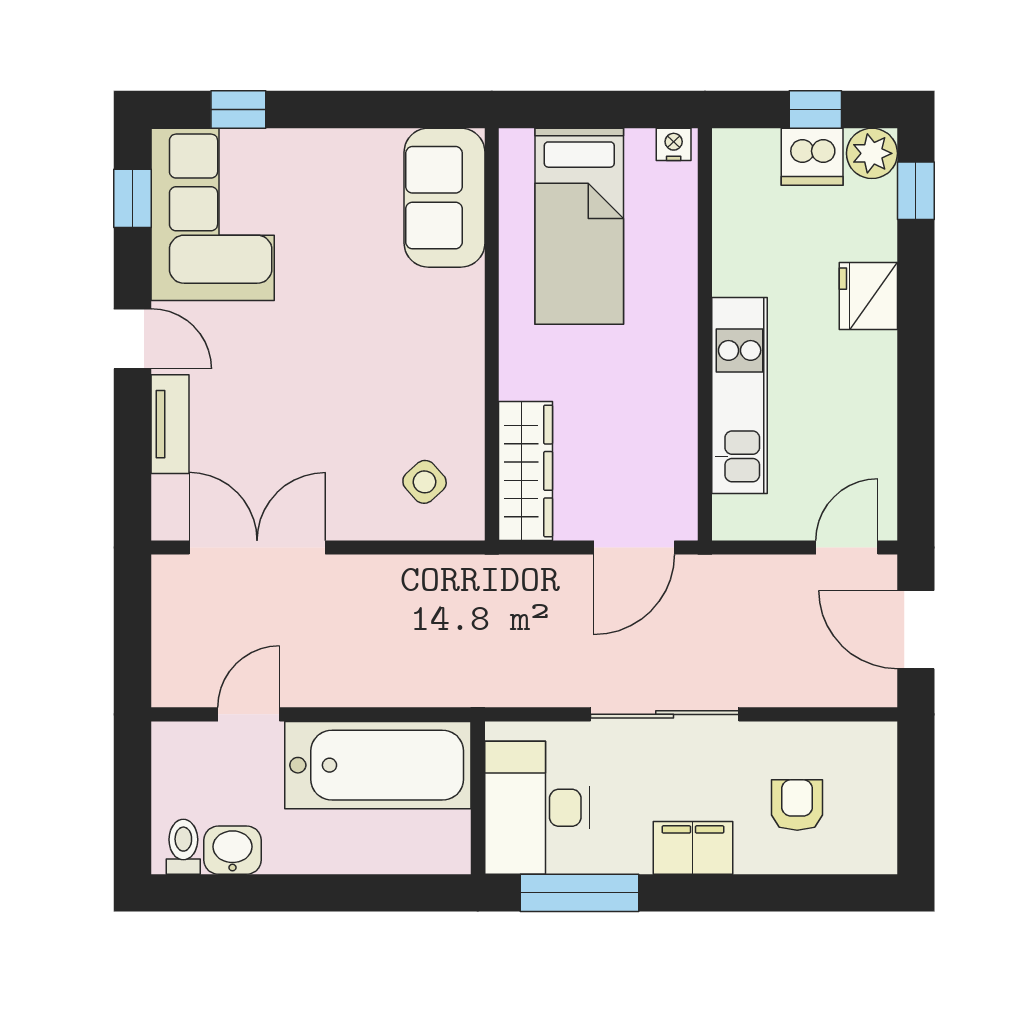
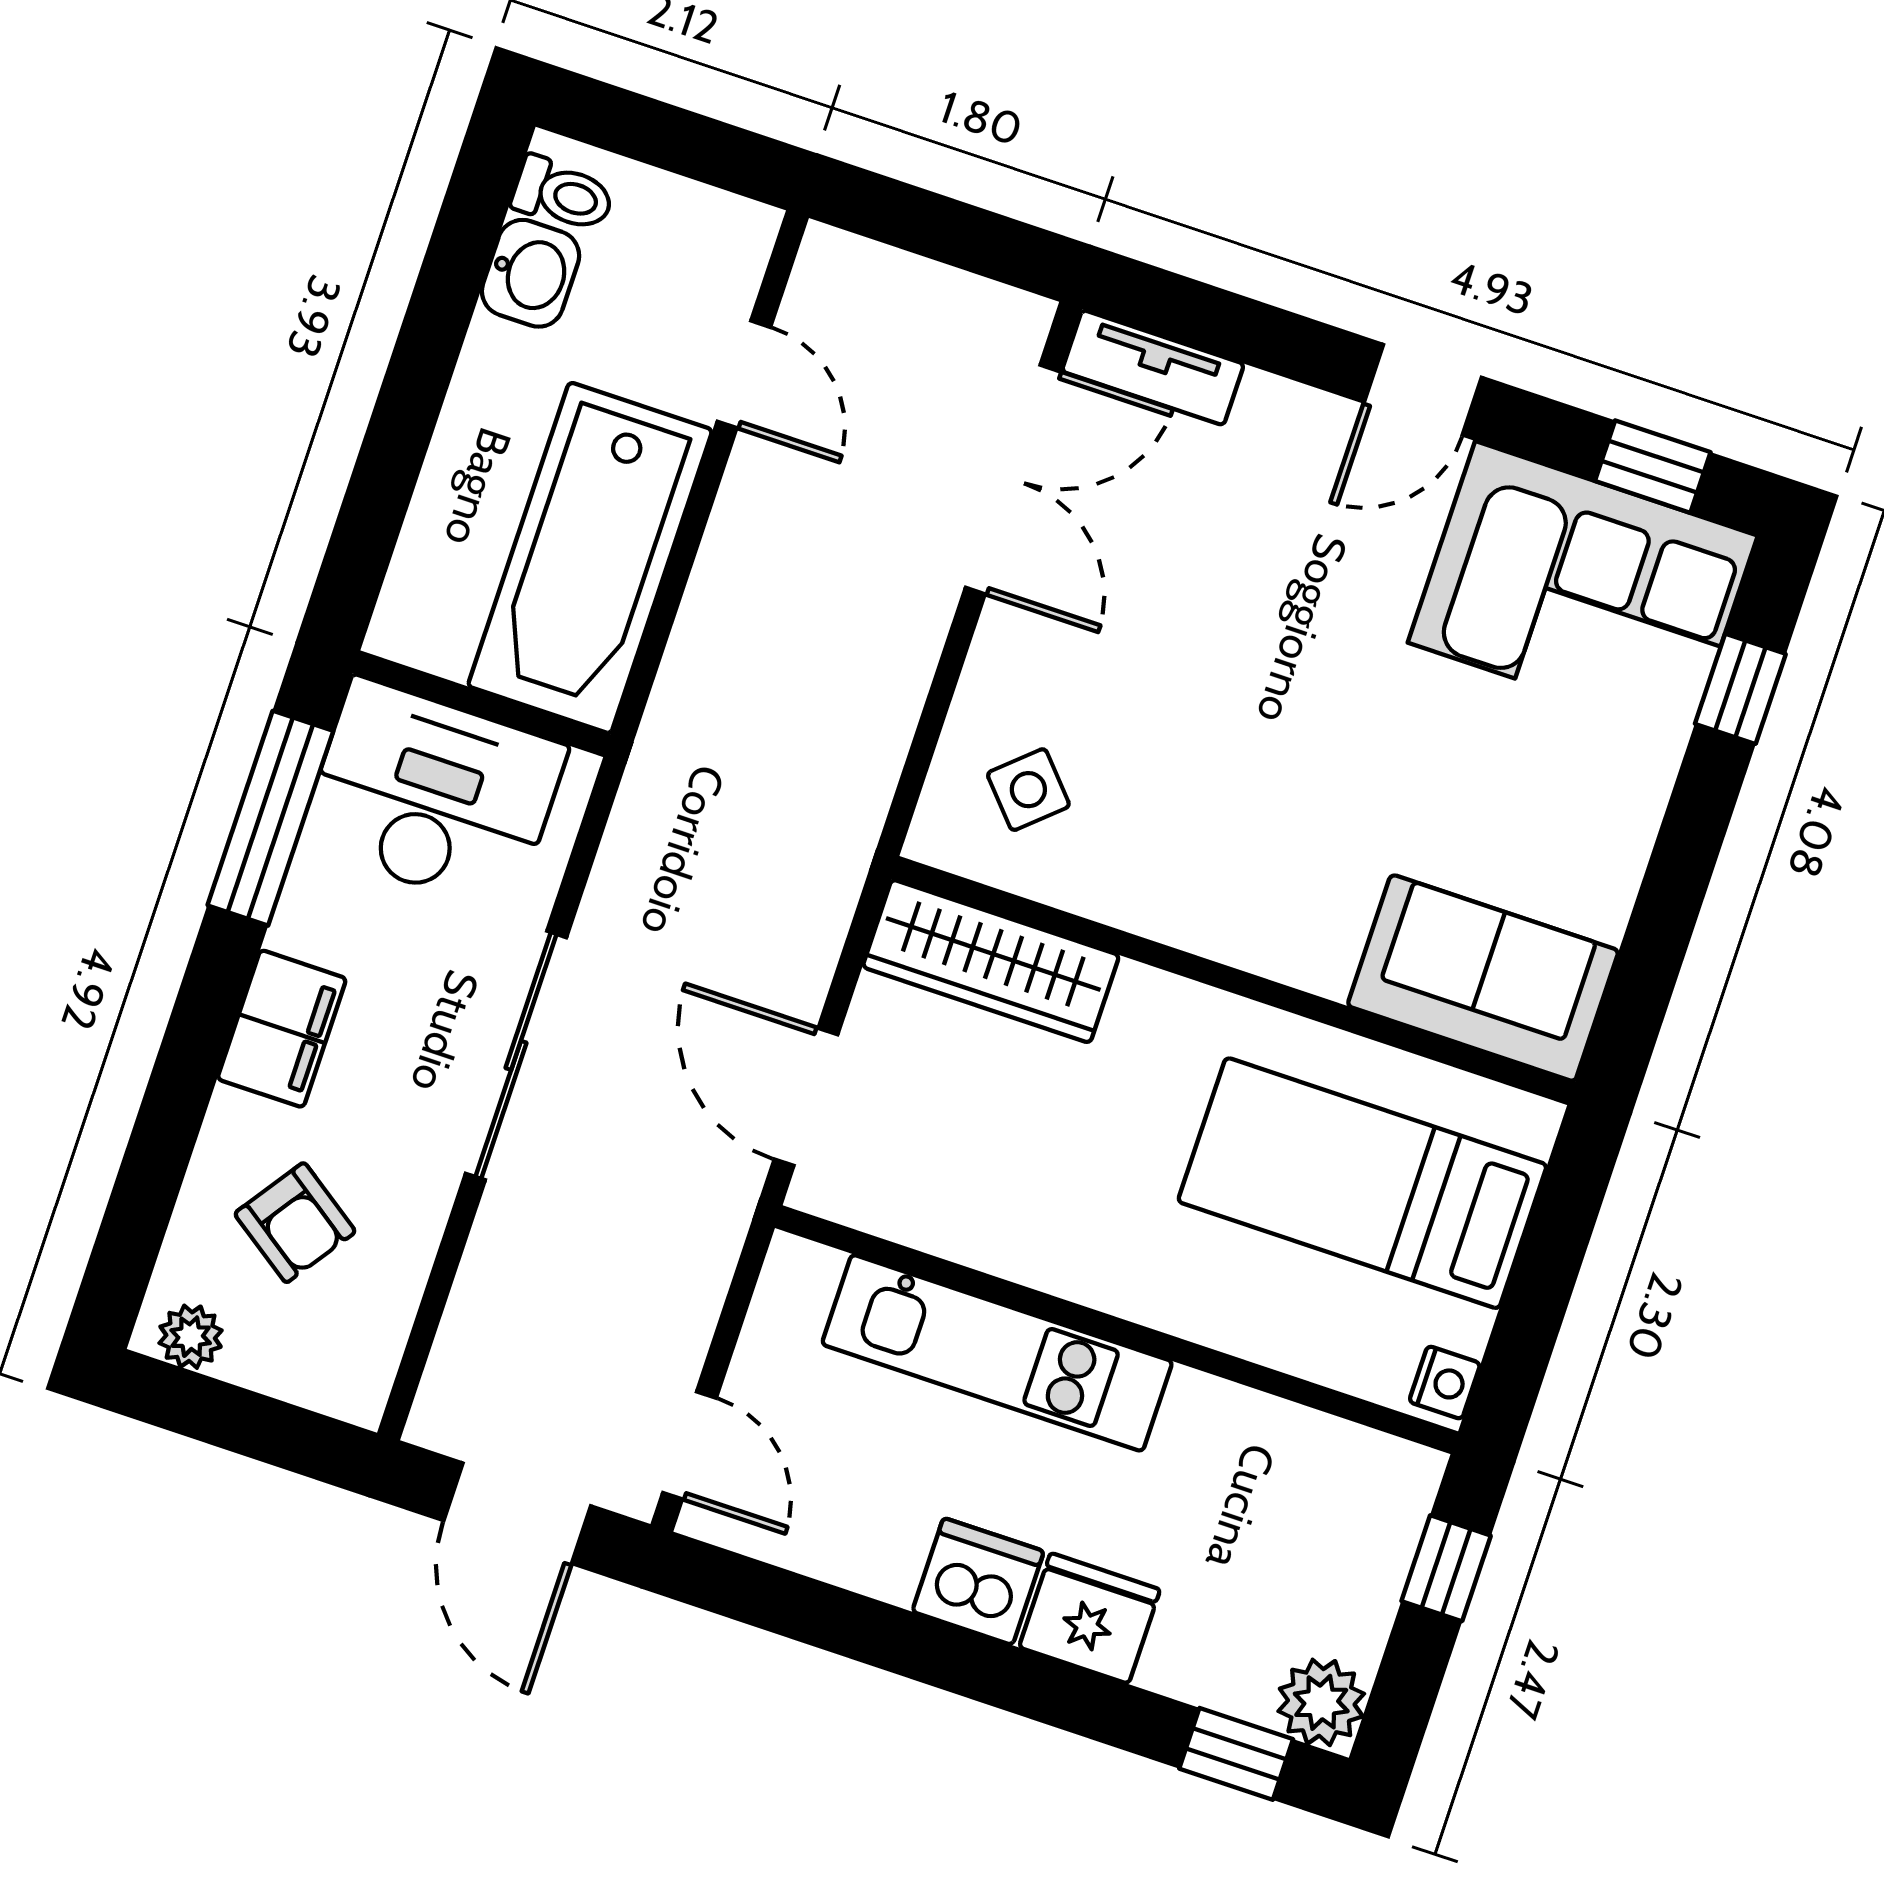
window: (815, 109) -> (1446, 1568), moved
dishwasher: (812, 157) -> (978, 1581), moved, turned 90
tv unit: (170, 424) -> (1153, 368), moved
door: (916, 630) -> (517, 1513), swing flipped
armchair: (797, 805) -> (295, 1223), turned 35
plant: (879, 841) -> (191, 1337), added

